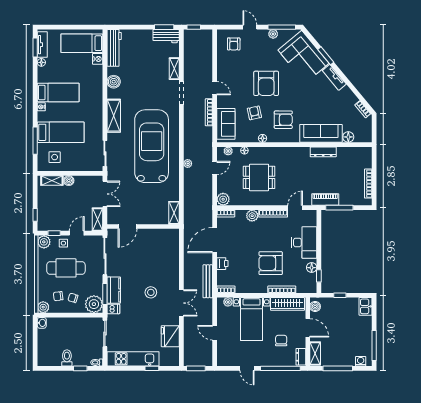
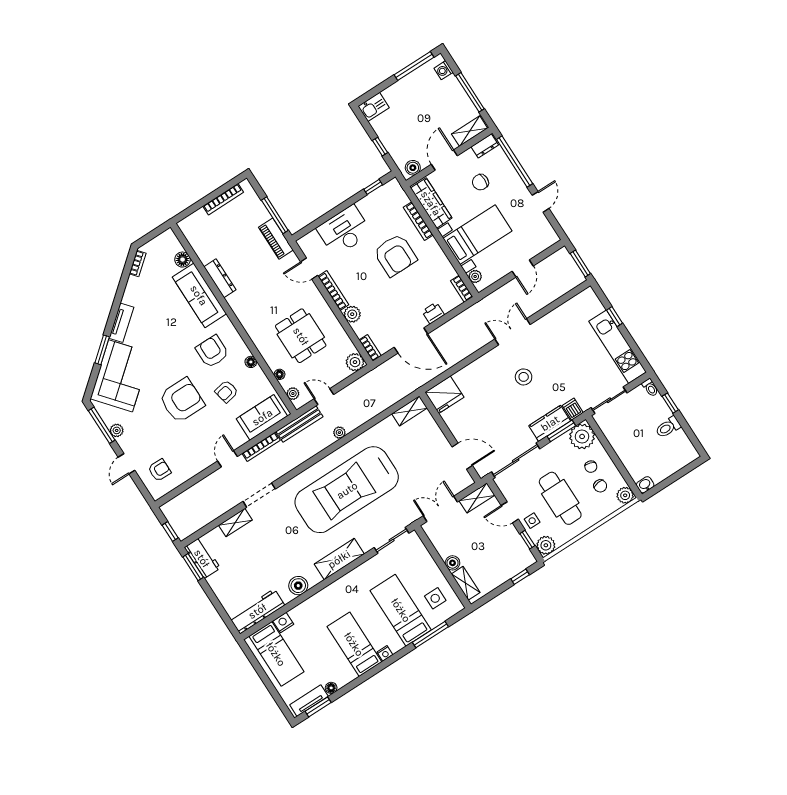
floor lamp: (312, 268) -> (369, 202), removed
bench: (208, 281) -> (299, 424), moved
fridge: (170, 336) -> (444, 395), moved

